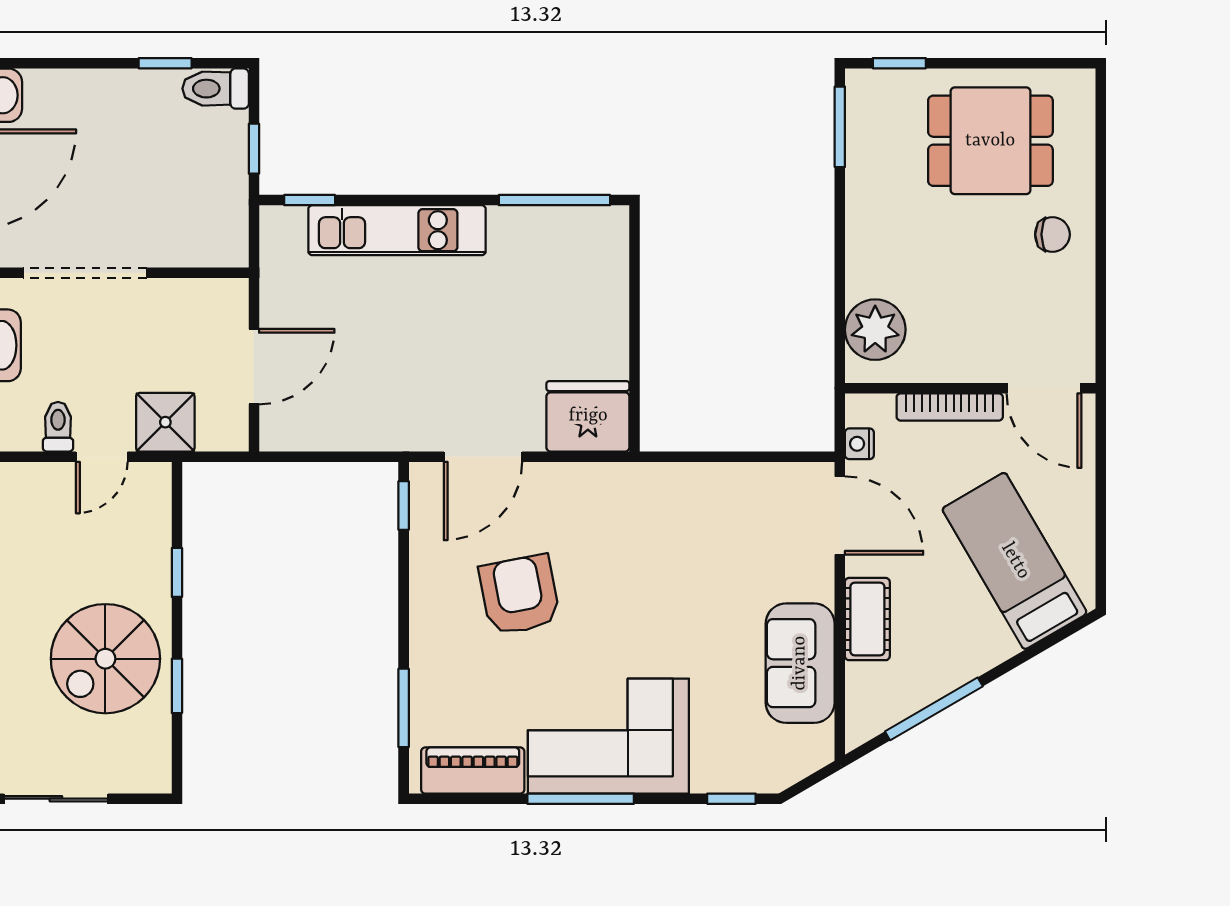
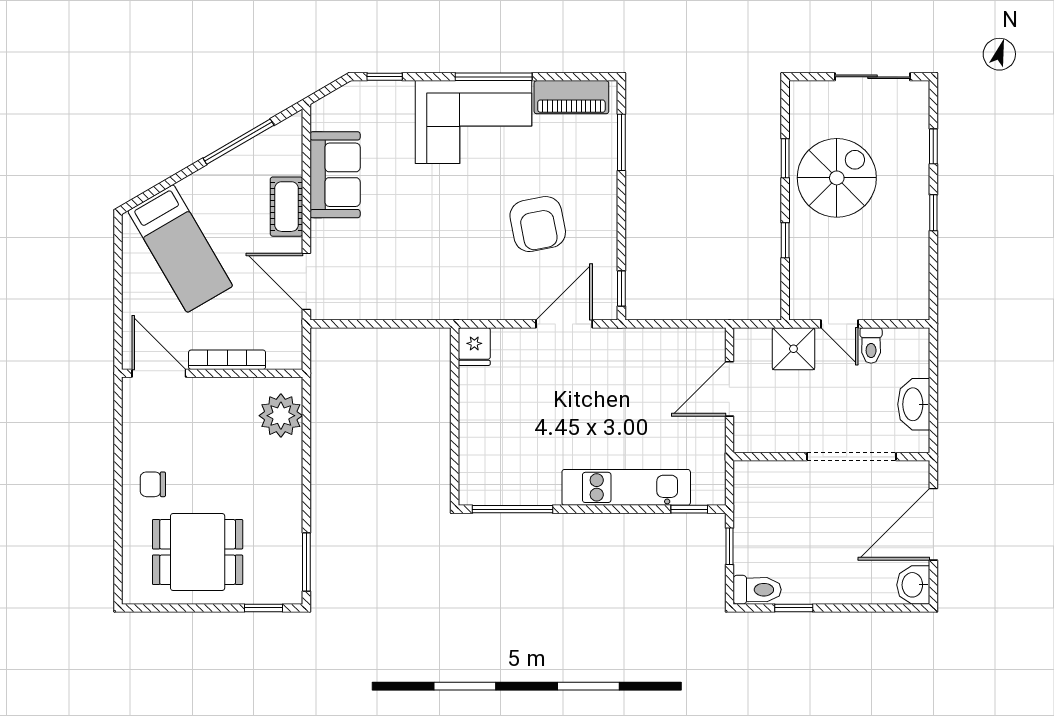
fridge: (588, 416) -> (474, 347), width x0.53, depth x0.75
nightstand: (859, 444) -> (292, 333), removed
door: (102, 457) -> (839, 324), swing flipped

